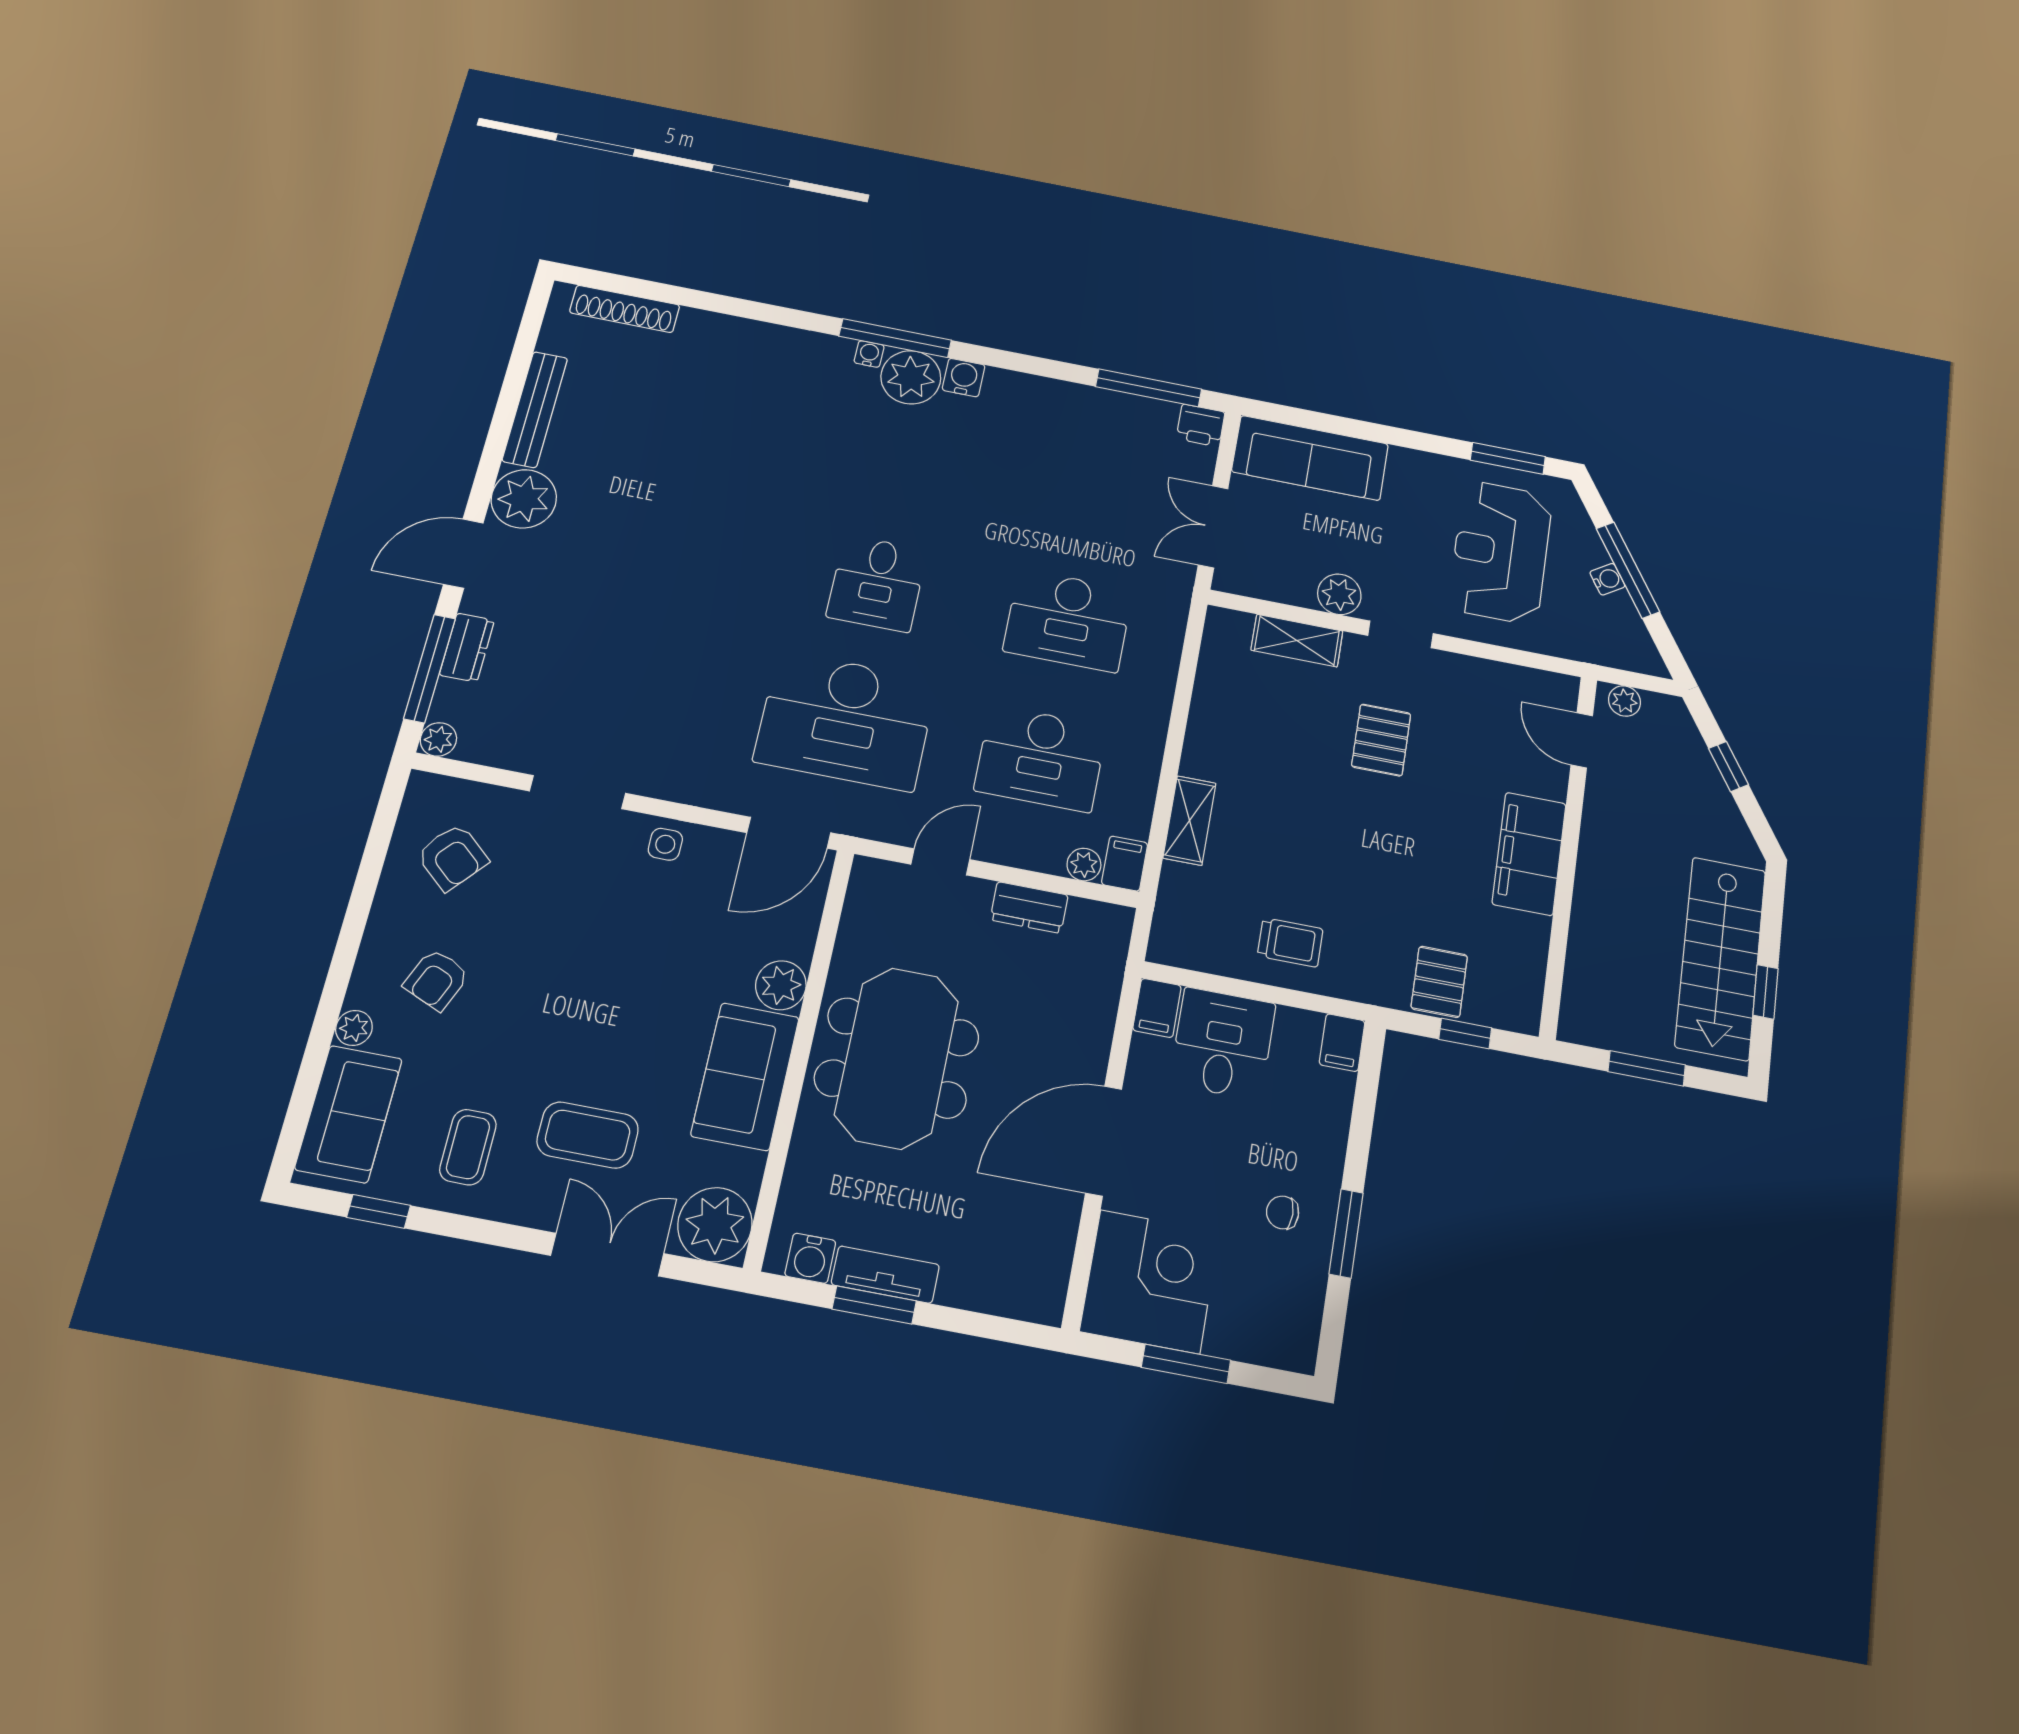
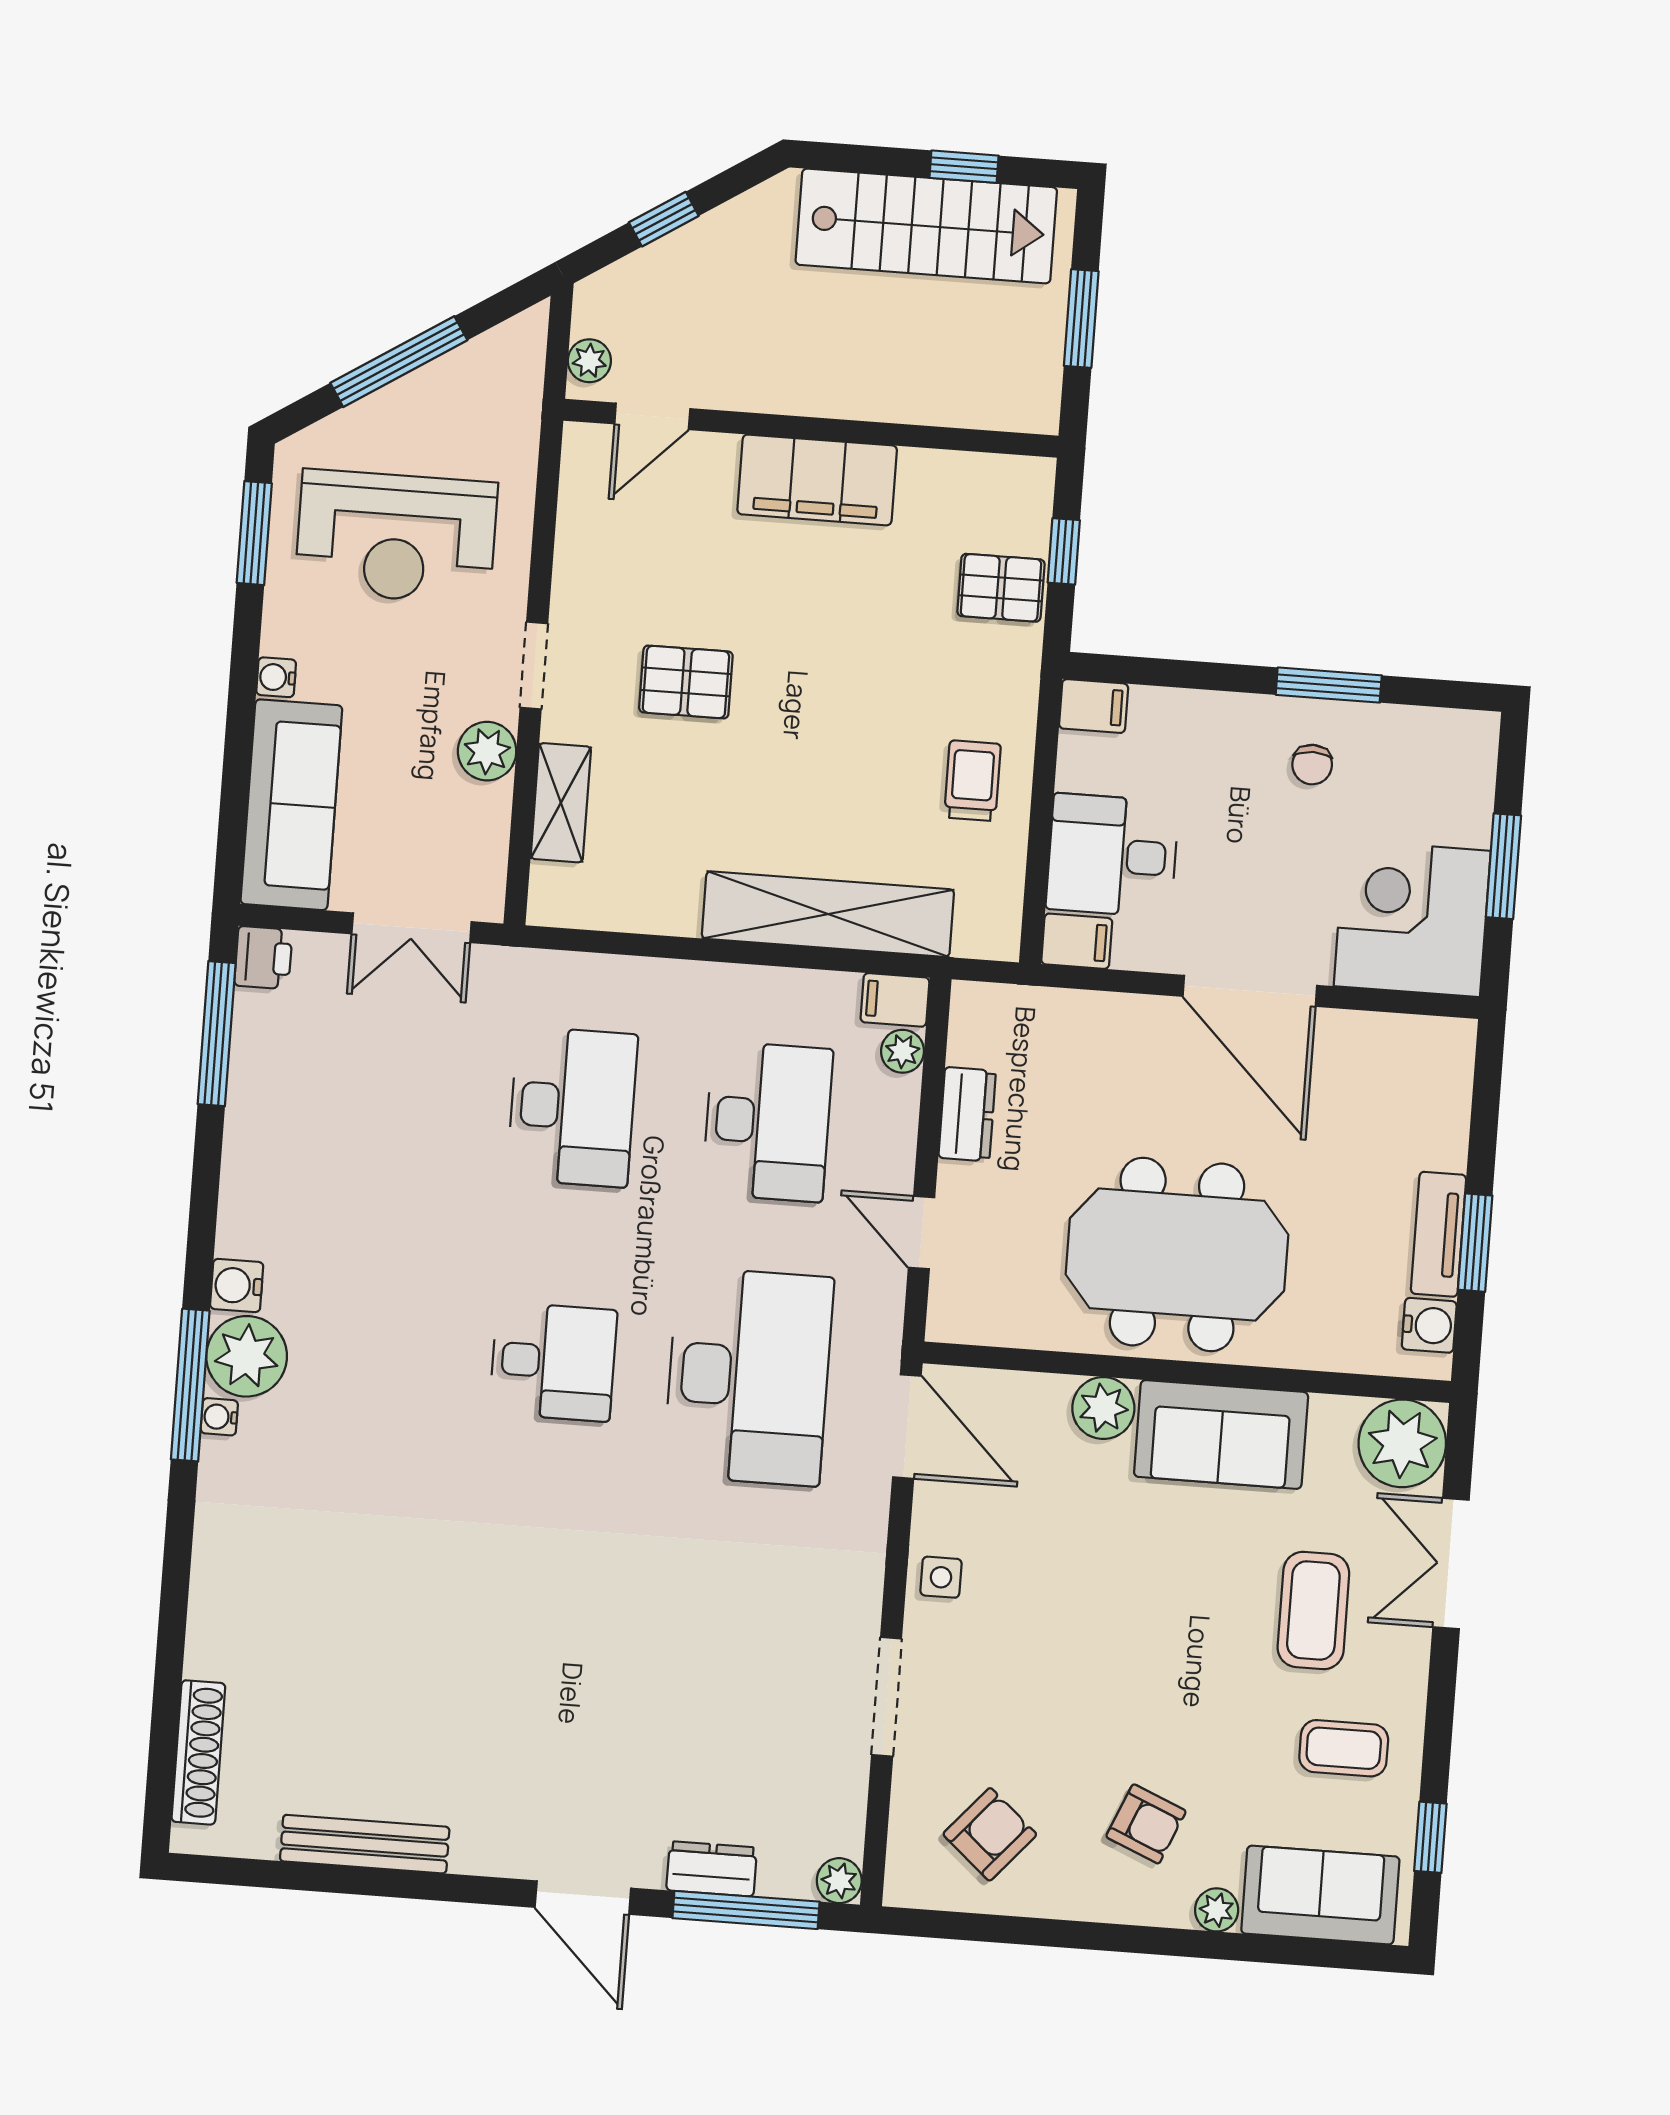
plant: (524, 499) -> (496, 1835), removed
water cooler: (1607, 579) -> (276, 677), moved, turned -57
shelving: (1190, 820) -> (828, 914), width x2.20, depth x1.33

